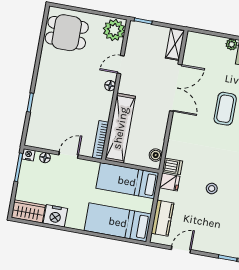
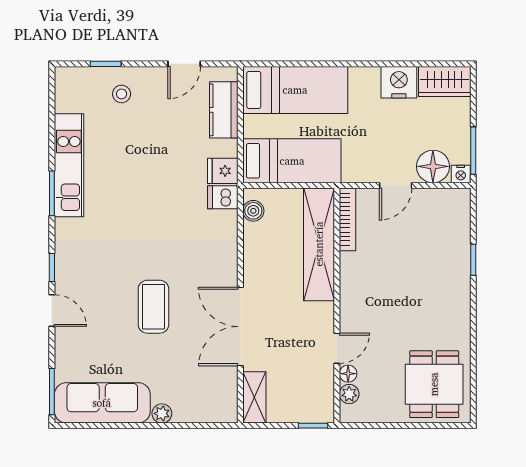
plant: (114, 30) -> (349, 394), width x0.53, depth x0.53
dining table: (67, 33) -> (434, 384), turned 90
floor lamp: (110, 86) -> (348, 374), moved
floor lamp: (45, 158) -> (433, 166), width x1.89, depth x1.89
stool: (212, 188) -> (122, 94), moved

